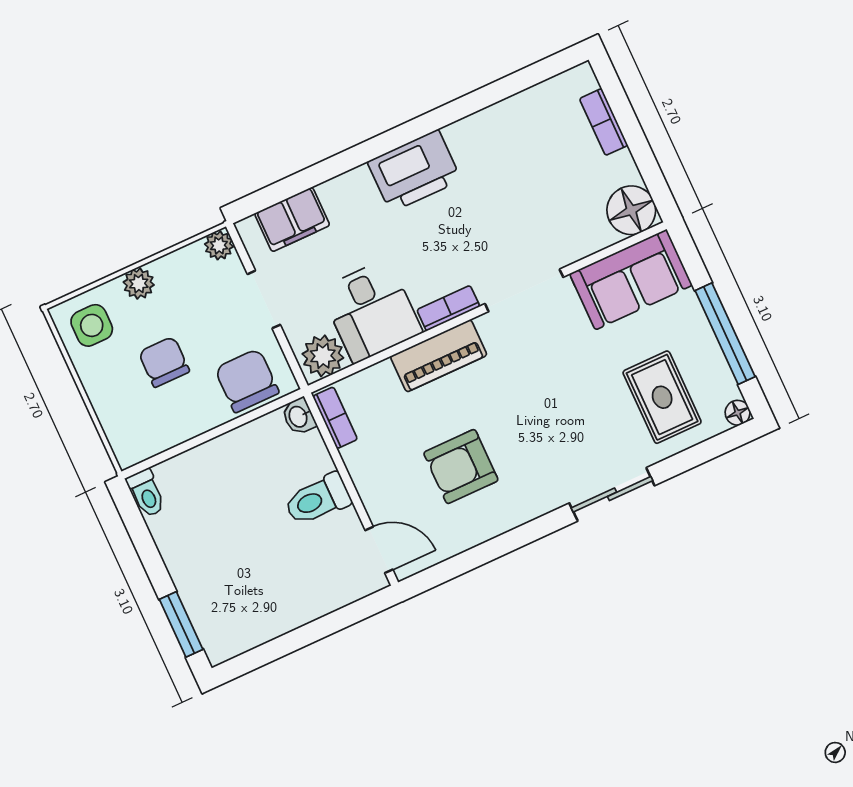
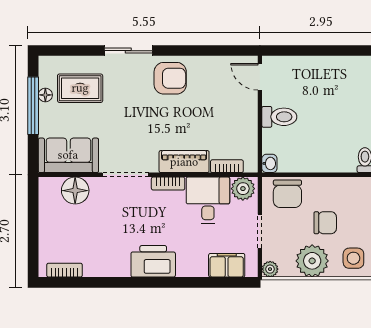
bookcase: (604, 122) -> (64, 270), moved, turned -90
floor lamp: (631, 210) -> (75, 191), moved
plant: (139, 284) -> (312, 261), width x1.88, depth x1.88
chair: (164, 362) -> (325, 223), turned -90
rug: (662, 397) -> (80, 88), turned 90
floor lamp: (738, 413) -> (45, 95), moved
bookcase: (335, 418) -> (227, 166), moved, turned 90
armchair: (461, 467) -> (170, 78), moved

